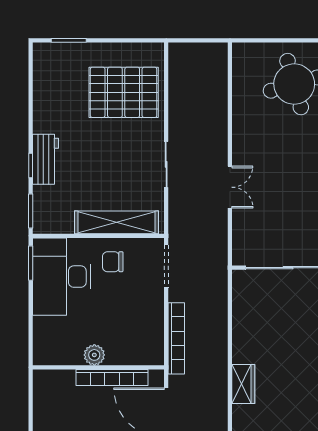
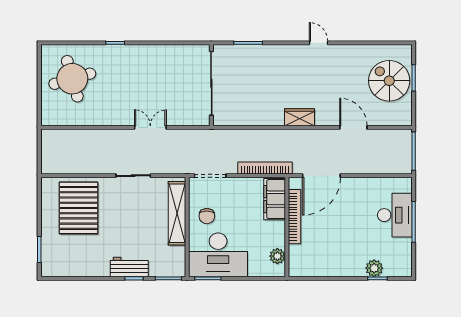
filing cabinet: (135, 351) -> (275, 199), added
plant: (94, 355) -> (277, 256), moved

